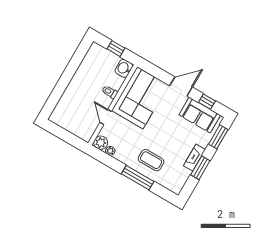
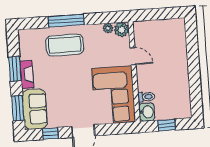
toilet: (110, 92) -> (146, 97), moved
sofa: (200, 115) -> (35, 109), moved, turned 90
coffee table: (151, 160) -> (65, 45), width x1.36, depth x1.32

